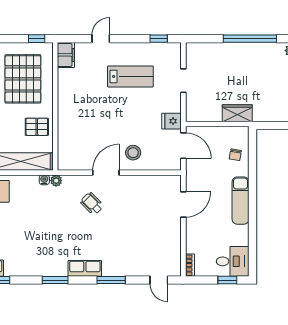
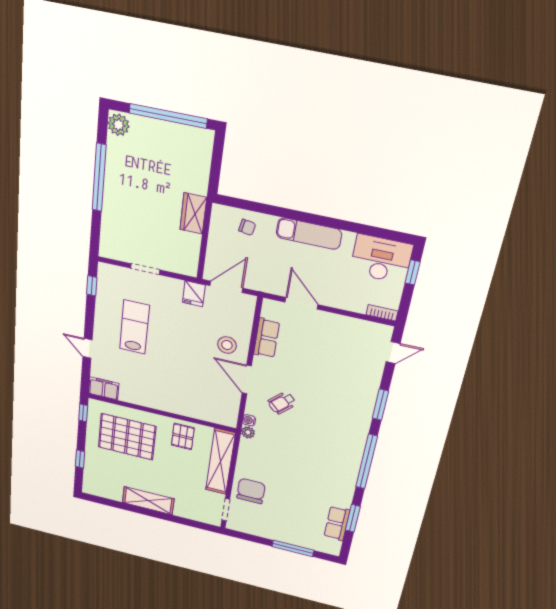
water cooler: (44, 180) -> (249, 420), moved
desk: (233, 261) -> (381, 259), width x1.37
row of seats: (85, 268) -> (267, 338), moved, turned 180
window: (55, 280) -> (367, 462), width x2.11

